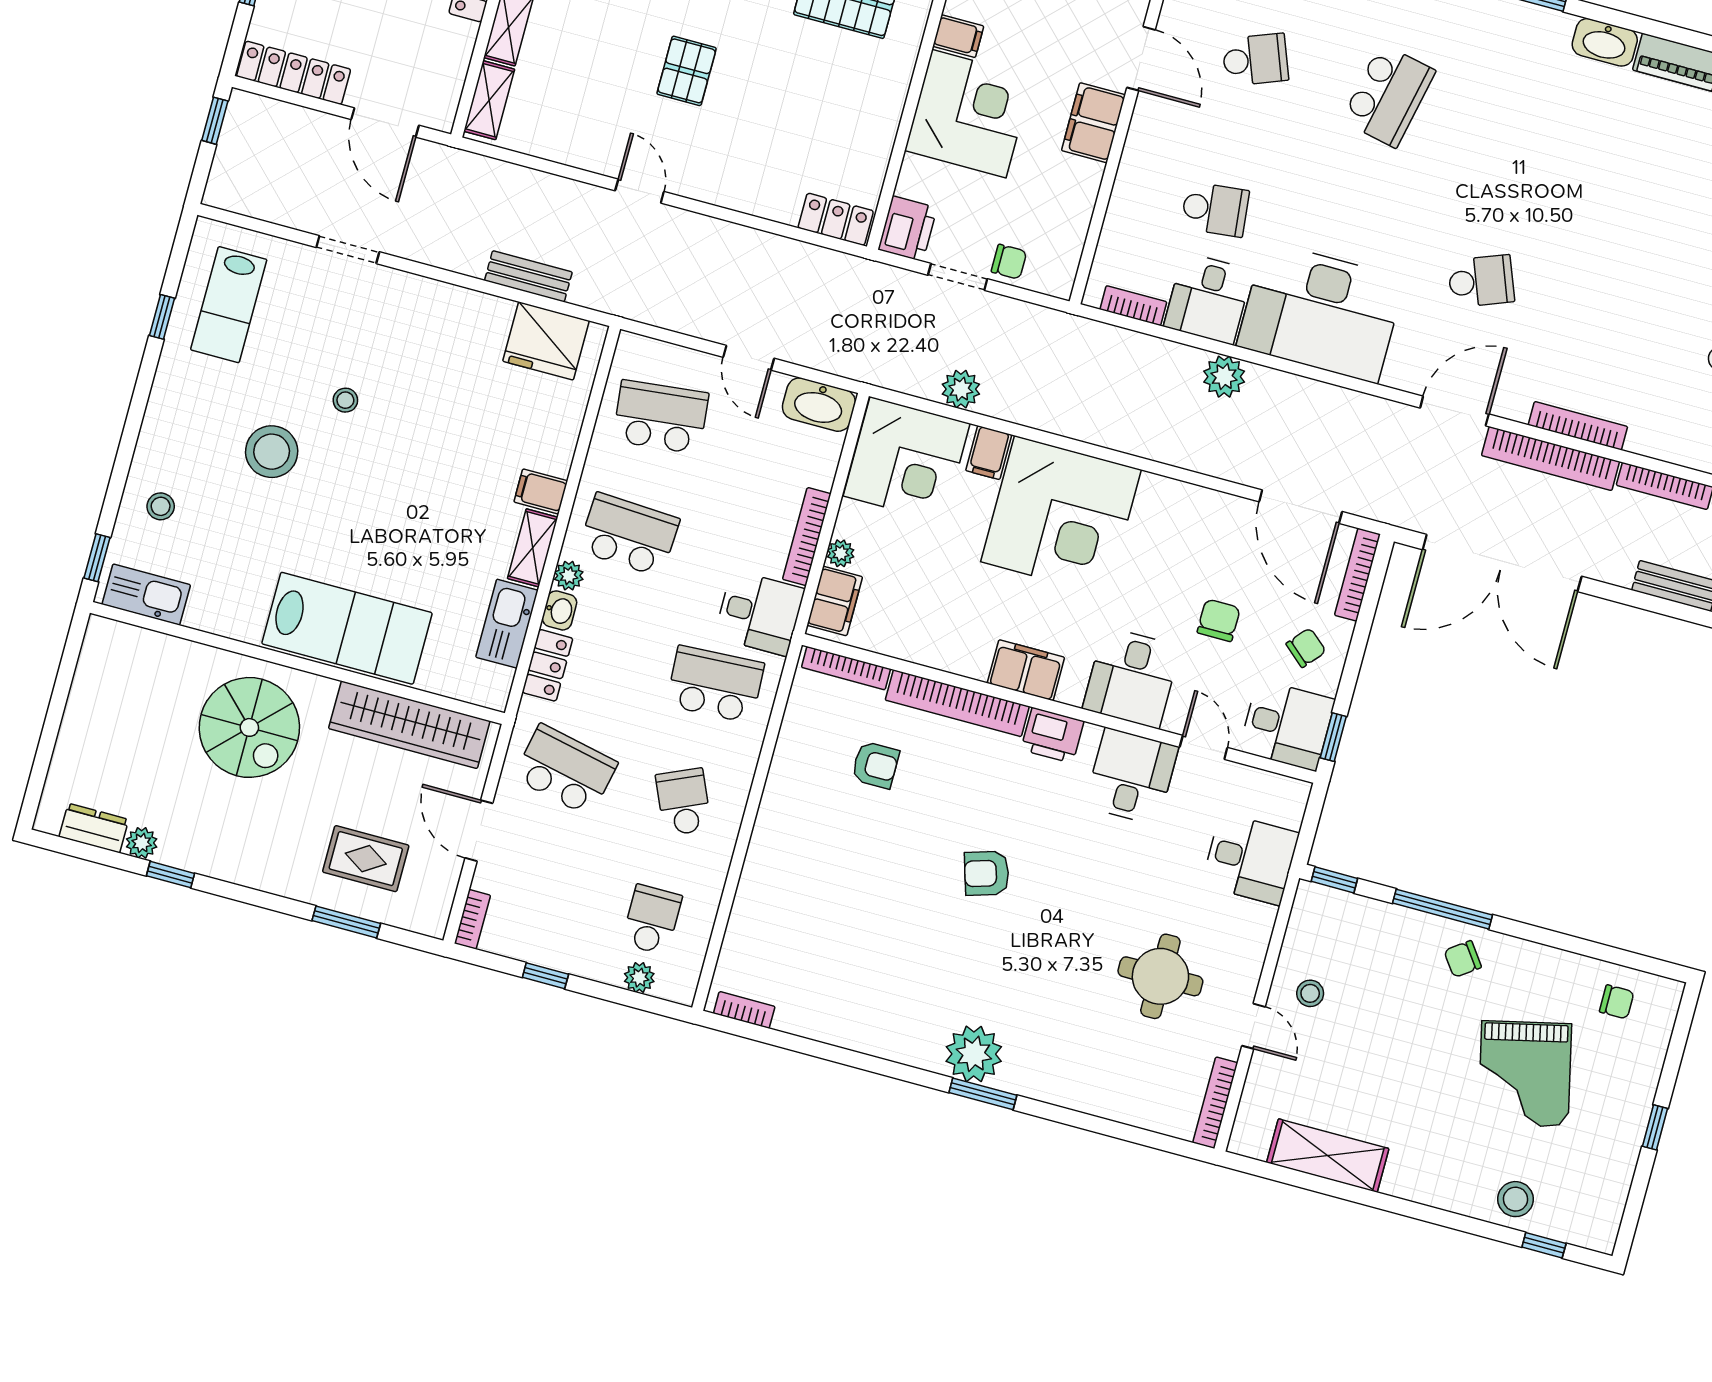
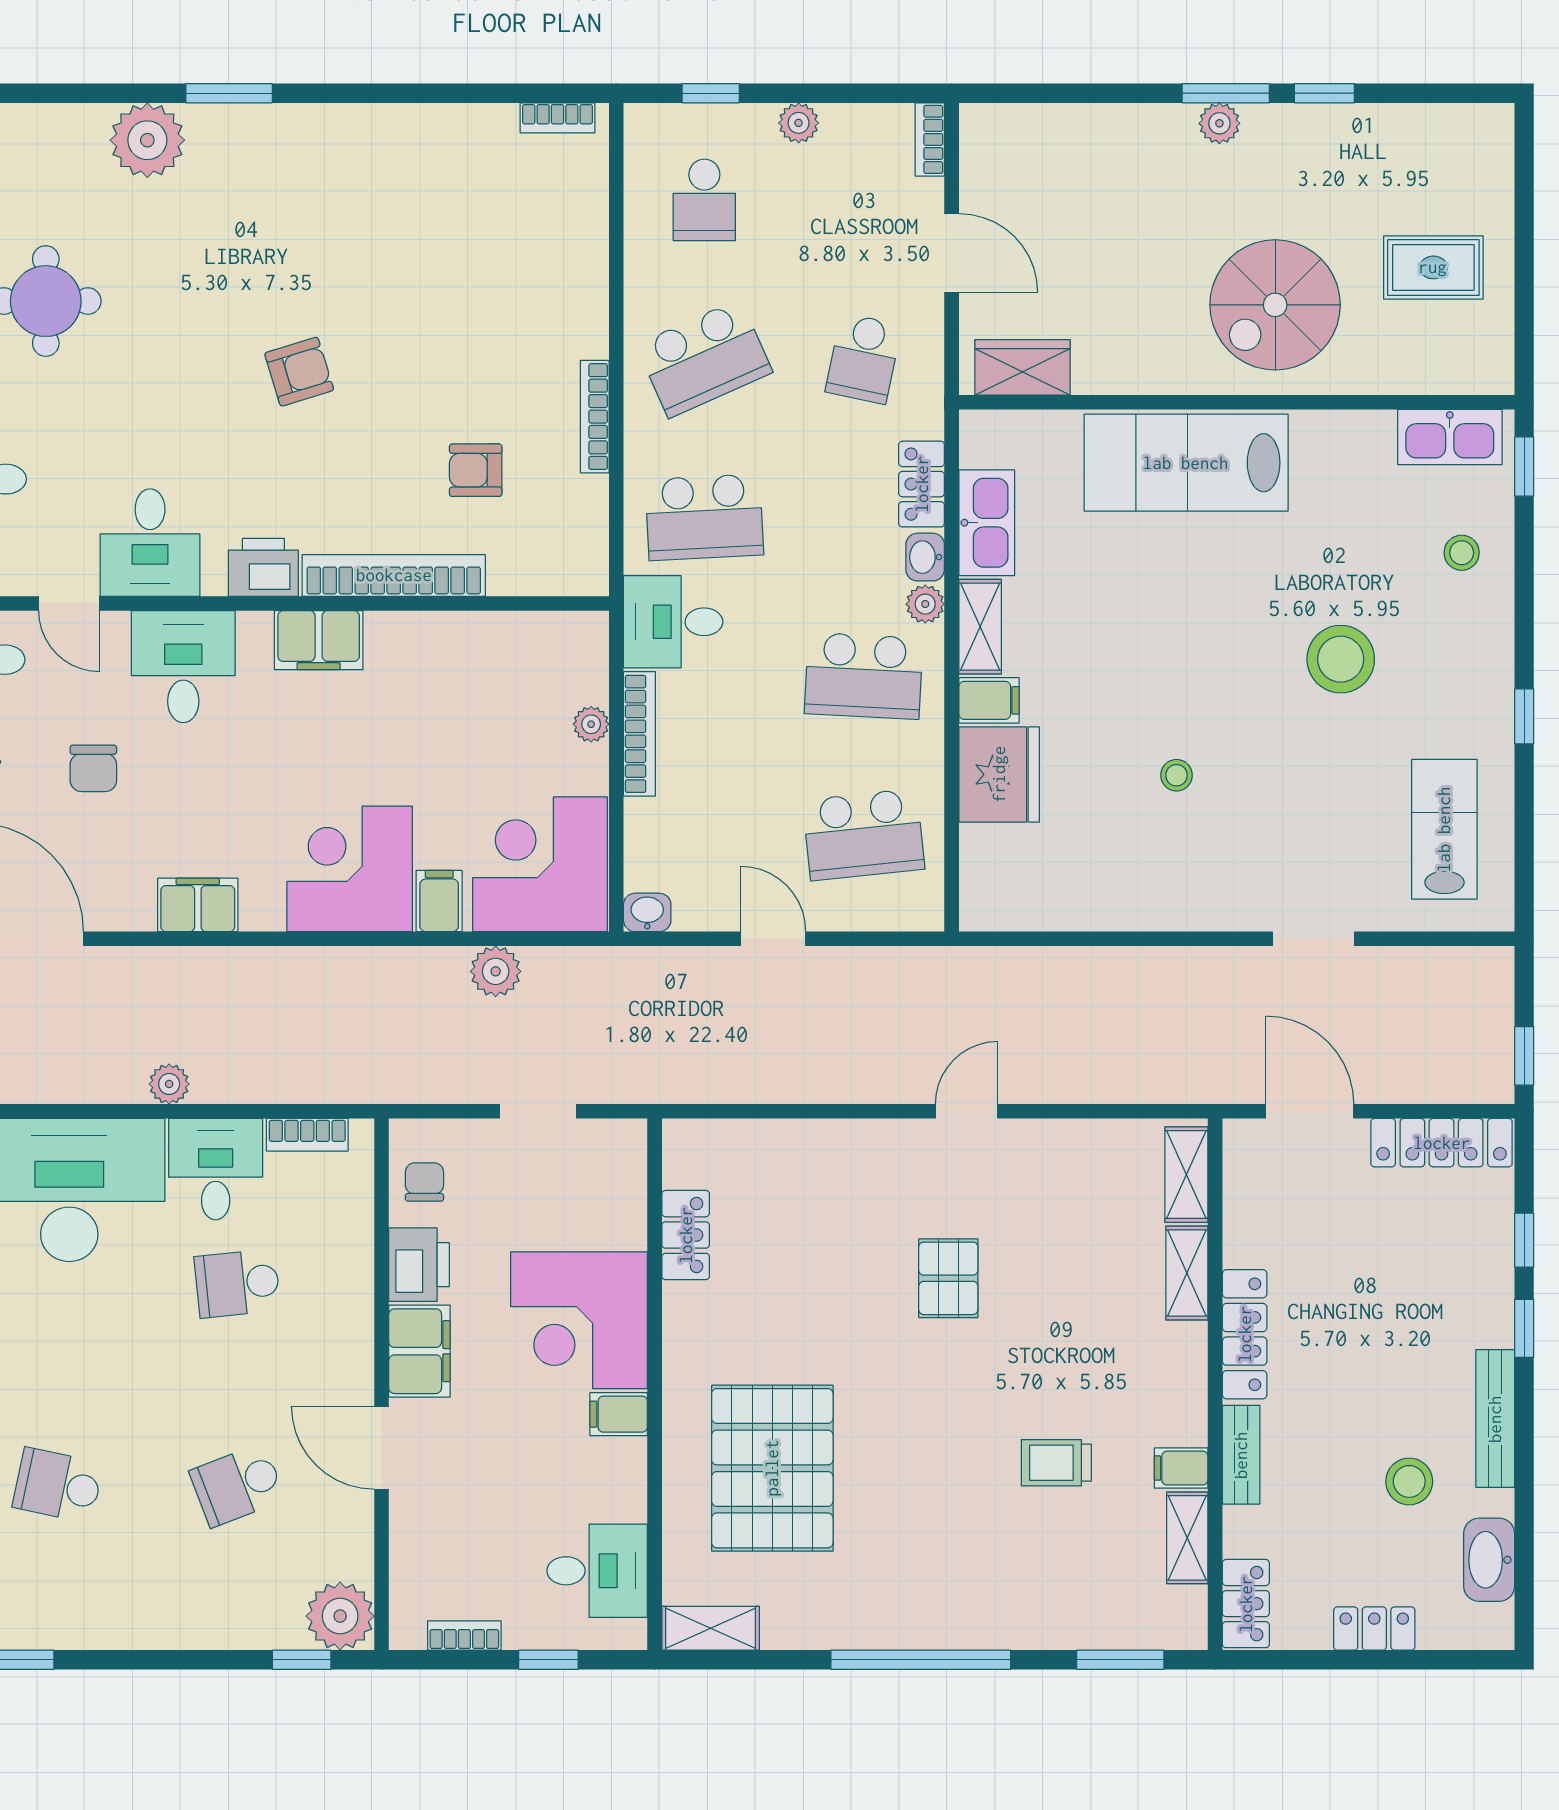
school desk: (1388, 96) -> (58, 1485), width x0.54
door: (640, 191) -> (967, 1111), swing flipped
locker: (836, 219) -> (686, 1235), moved, turned -90
printer: (908, 229) -> (419, 1265), moved, turned 180
chair: (1009, 262) -> (424, 1182), moved, turned 90
bench: (528, 276) -> (1077, 966), removed
window: (162, 317) -> (1524, 716), moved
fridge: (546, 341) -> (999, 774), moved, turned 90
plant: (1224, 377) -> (169, 1084), width x0.73, depth x0.73
stool: (345, 400) -> (1177, 775), moved
washbasin: (819, 405) -> (647, 912), width x0.52, depth x0.69
corner desk: (1061, 516) -> (350, 869), width x0.74, depth x0.74
filing cabinet: (835, 601) -> (198, 905), moved, turned 90
bookcase: (846, 668) -> (595, 417), moved, turned -90
wardrobe: (409, 725) -> (1023, 367), width x0.48, depth x0.85
spiral stairs: (249, 727) -> (1275, 305), turned -90
school desk: (565, 770) -> (864, 359), width x0.54
school desk: (683, 802) -> (704, 359), width x1.85
dresser: (94, 828) -> (1436, 126), removed
plant: (142, 843) -> (1219, 123), moved
rug: (366, 859) -> (1433, 267), moved
window: (346, 922) -> (1226, 93), moved
window: (545, 976) -> (711, 93), moved
plant: (639, 978) -> (799, 123), moved
plant: (974, 1054) -> (147, 140), moved

